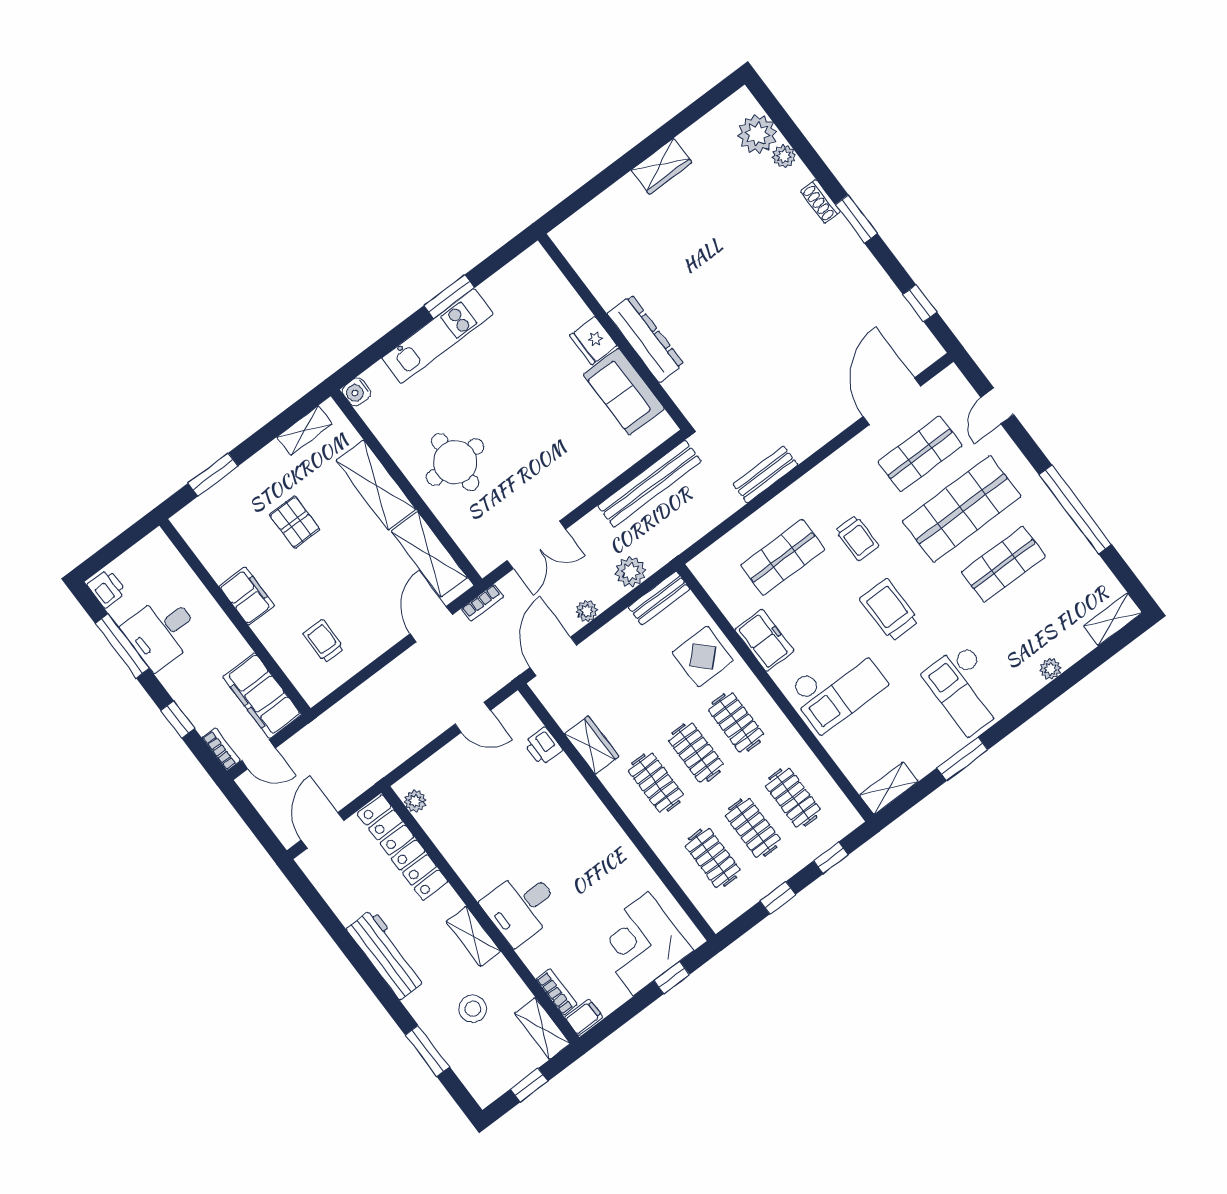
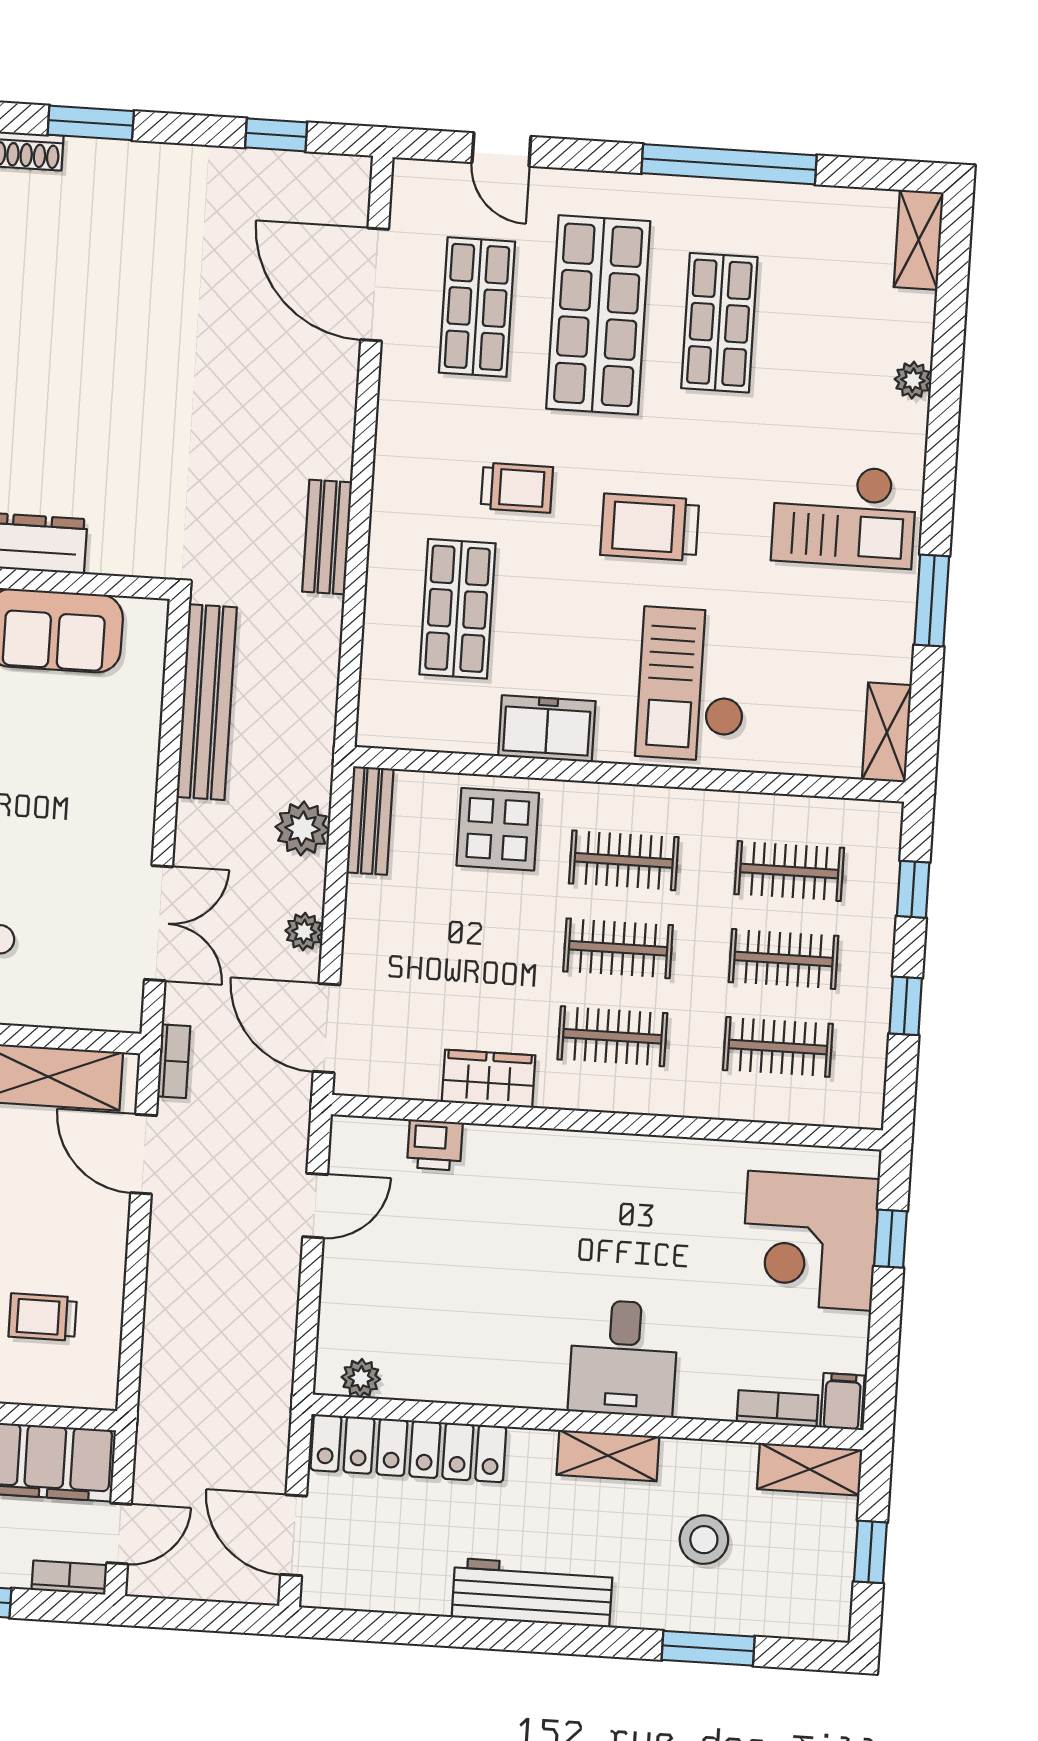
checkout: (837, 687) -> (692, 684), turned 180

